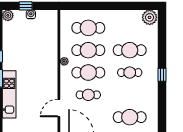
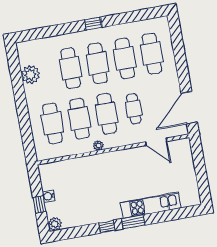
plant: (150, 17) -> (30, 75), moved
cafe table: (130, 73) -> (98, 63), width x1.37, depth x1.35
cafe table: (130, 95) -> (125, 58), added

